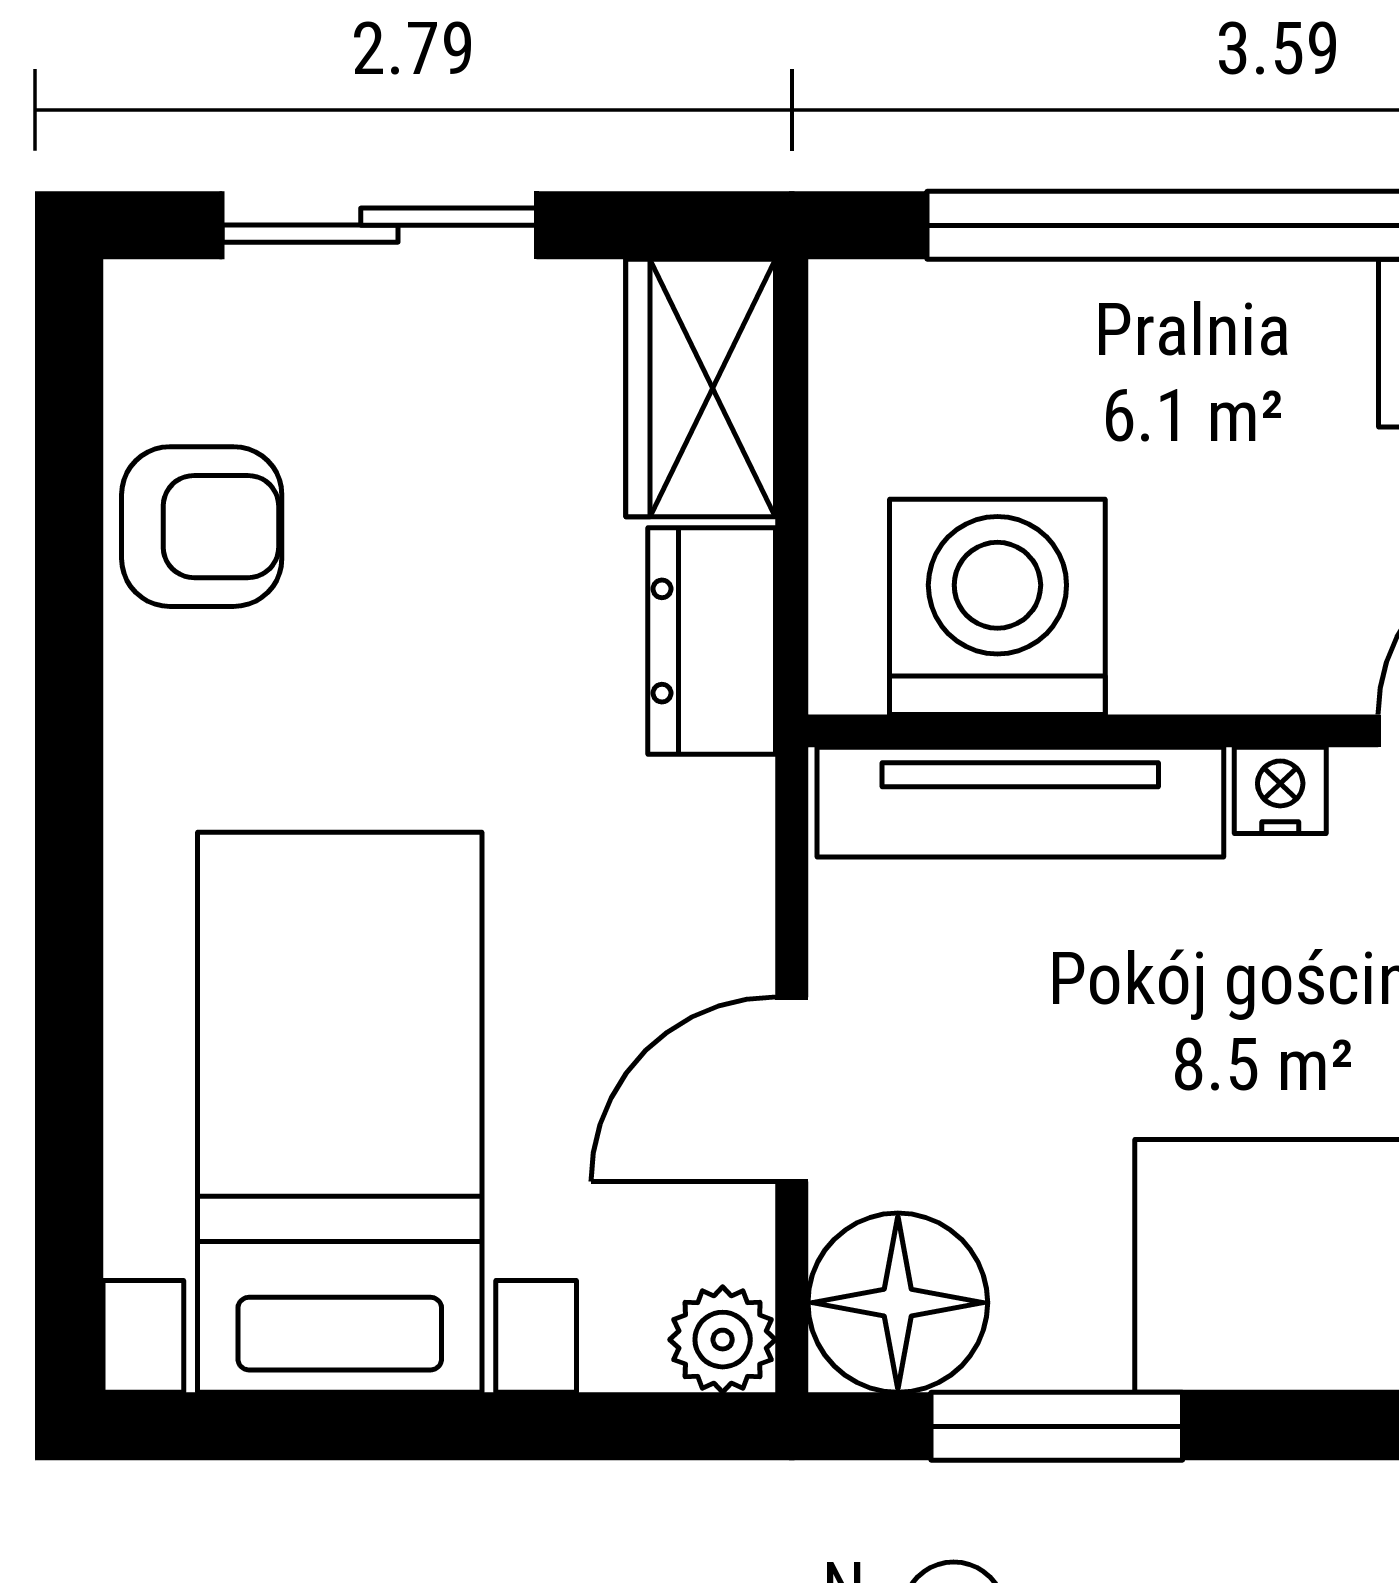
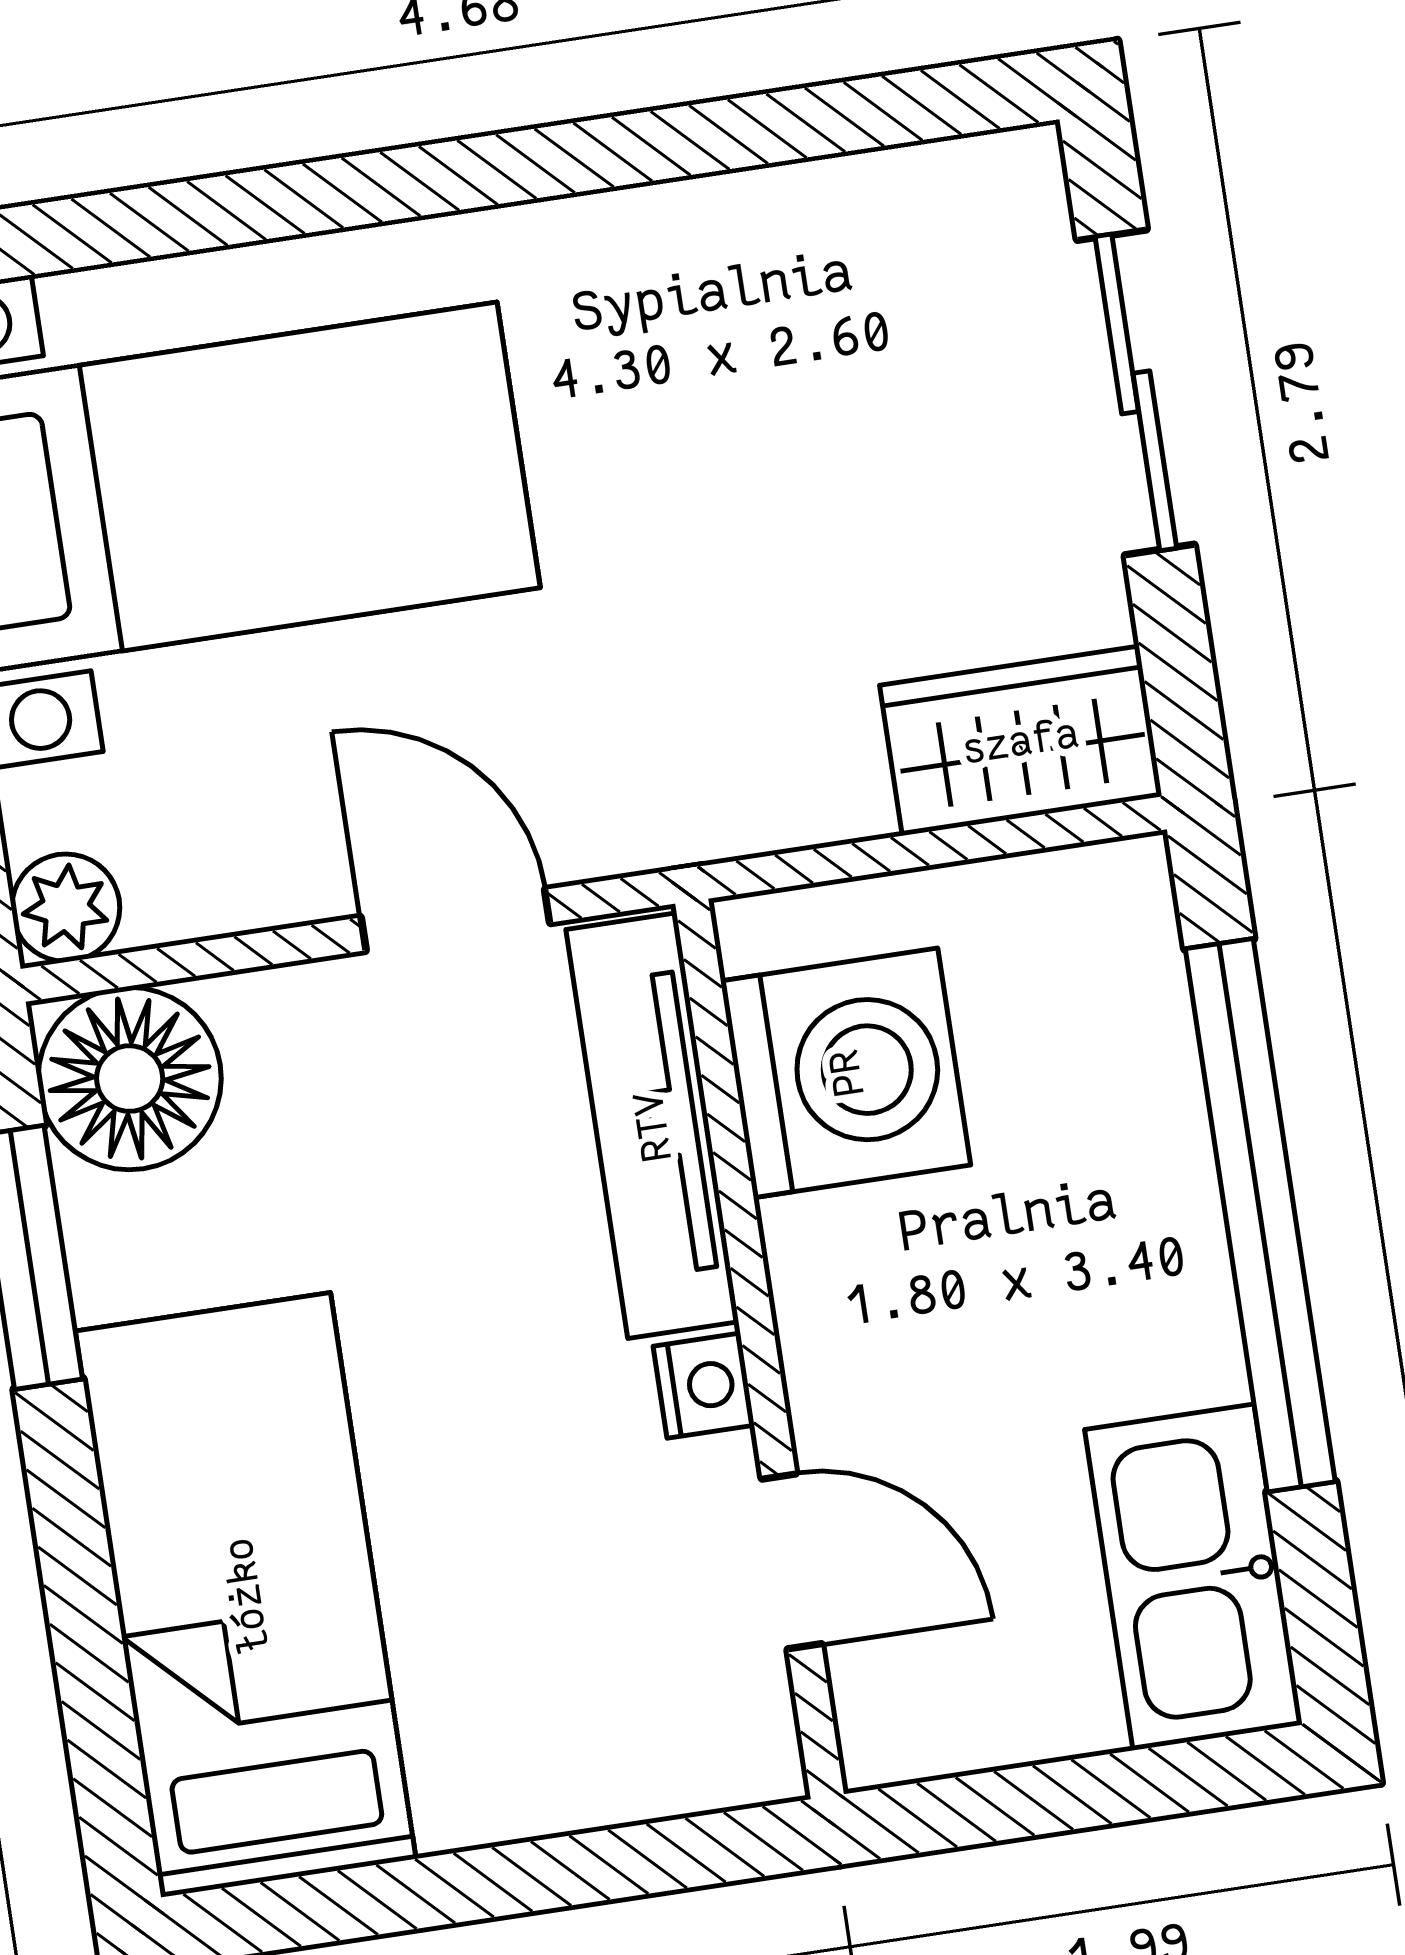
armchair: (202, 527) -> (805, 259), removed
dresser: (712, 641) -> (768, 790), removed
door: (792, 1089) -> (455, 920), moved

